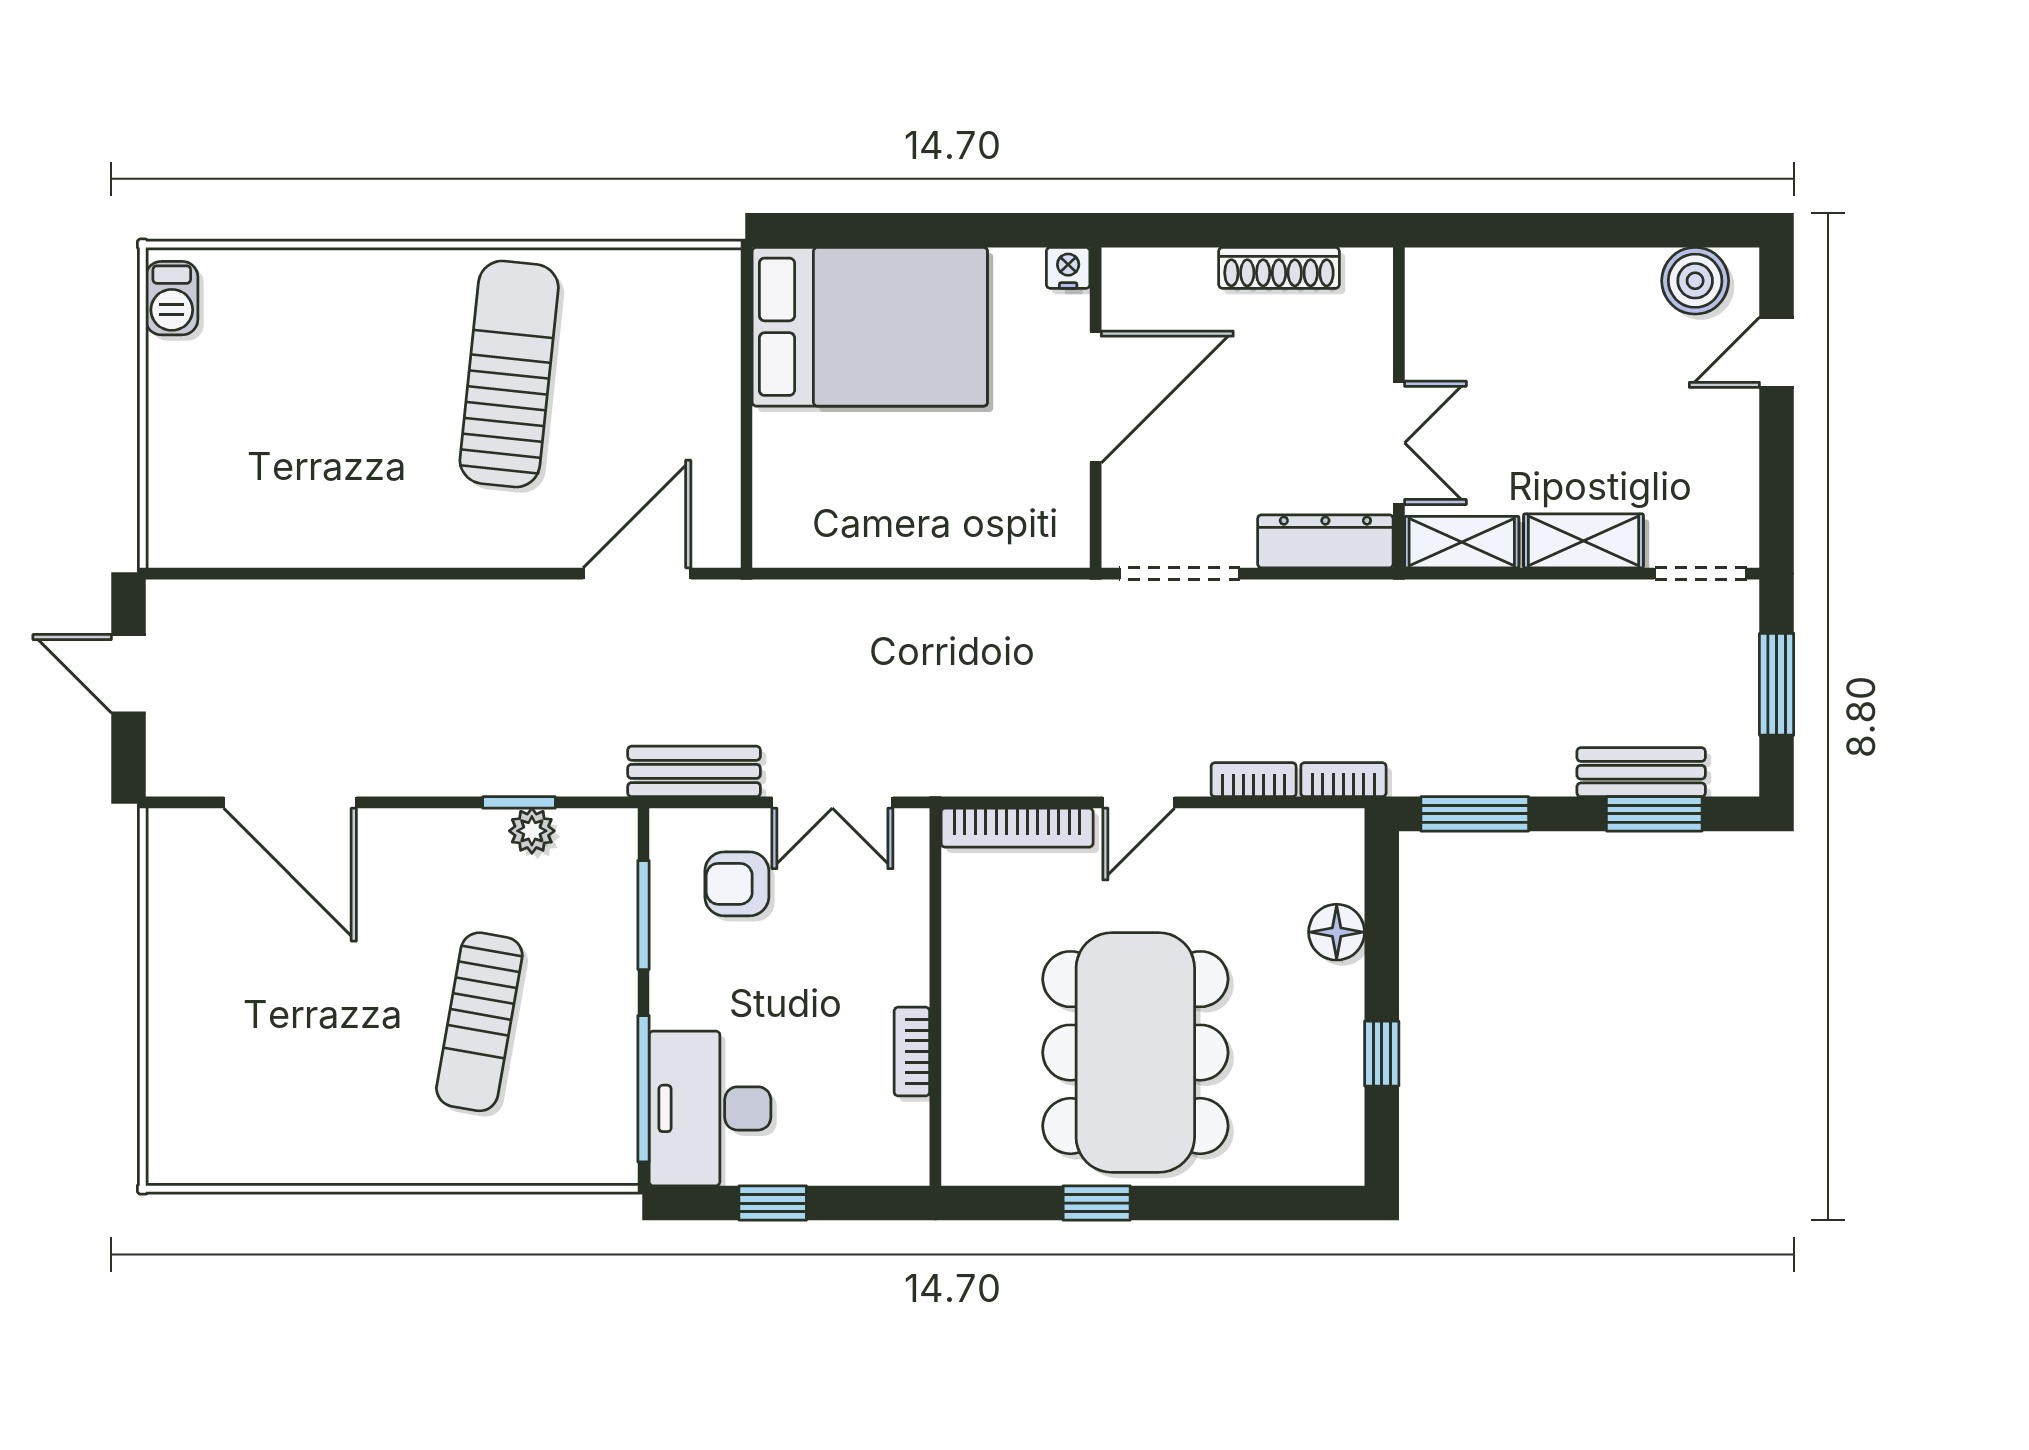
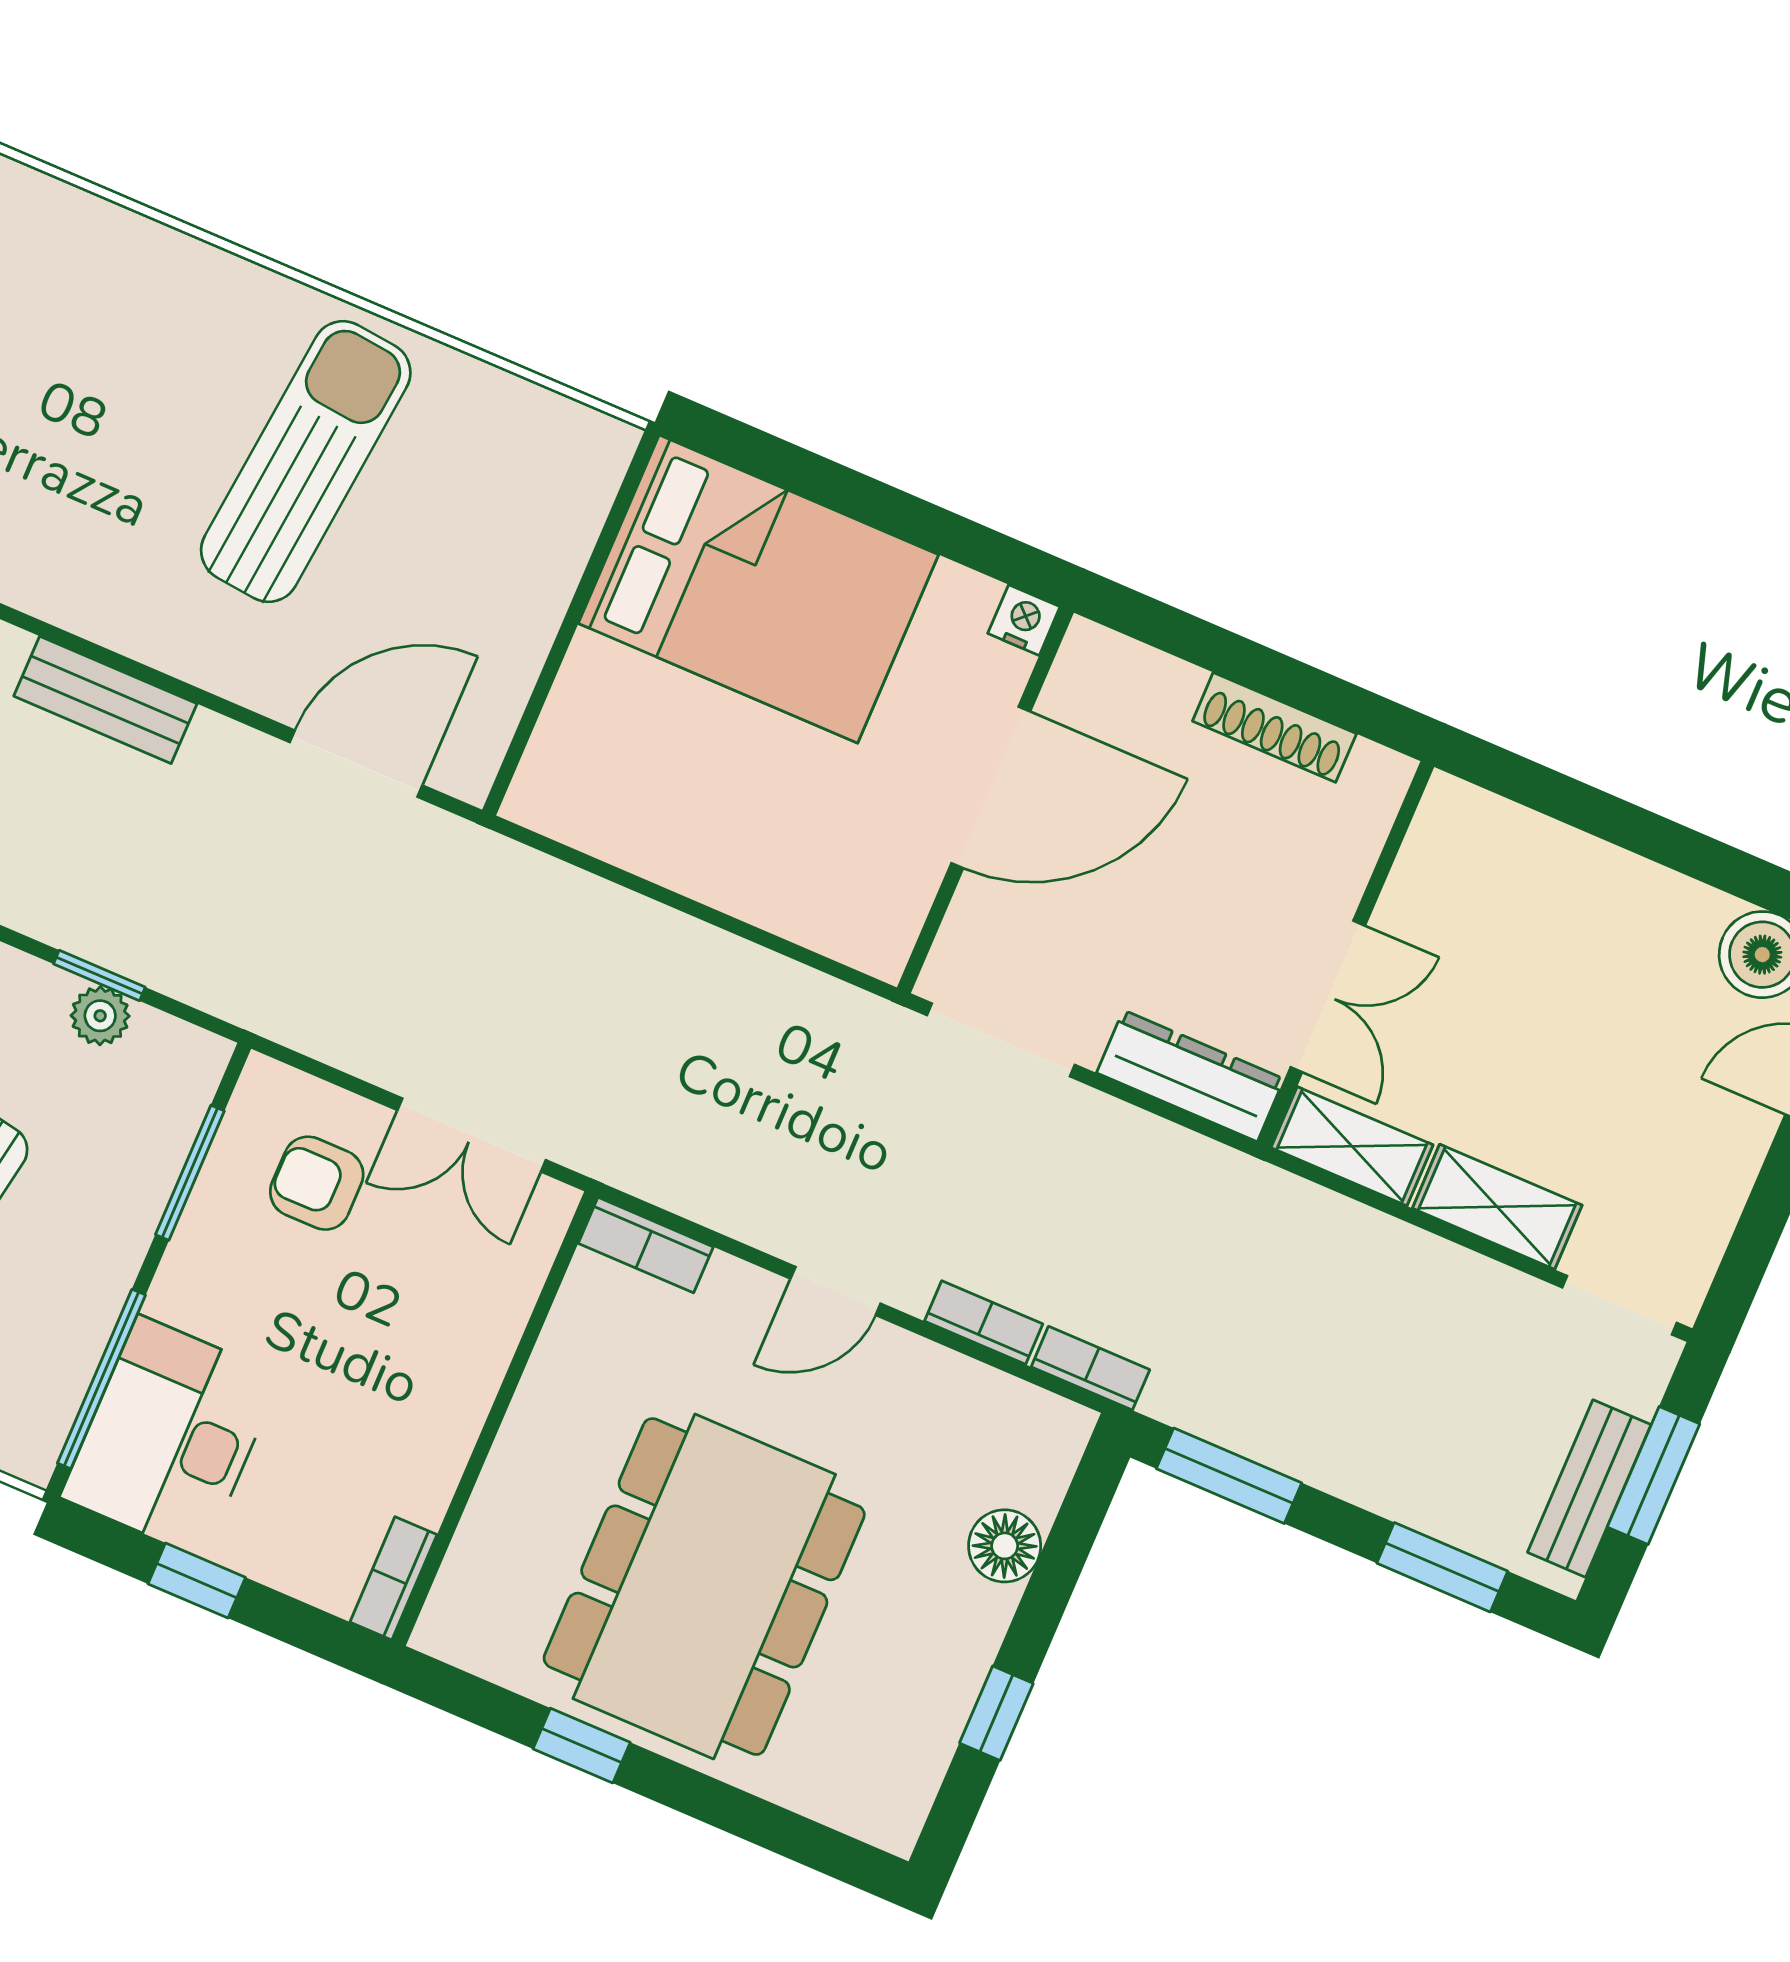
bench: (694, 771) -> (105, 700), moved
bench: (1641, 772) -> (1589, 1489), moved, turned 90
bookcase: (1017, 828) -> (646, 1245), width x0.64
bookcase: (912, 1052) -> (393, 1578), moved

